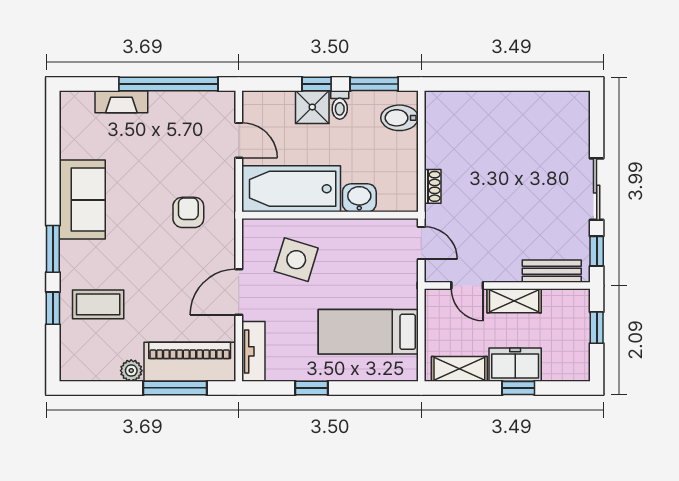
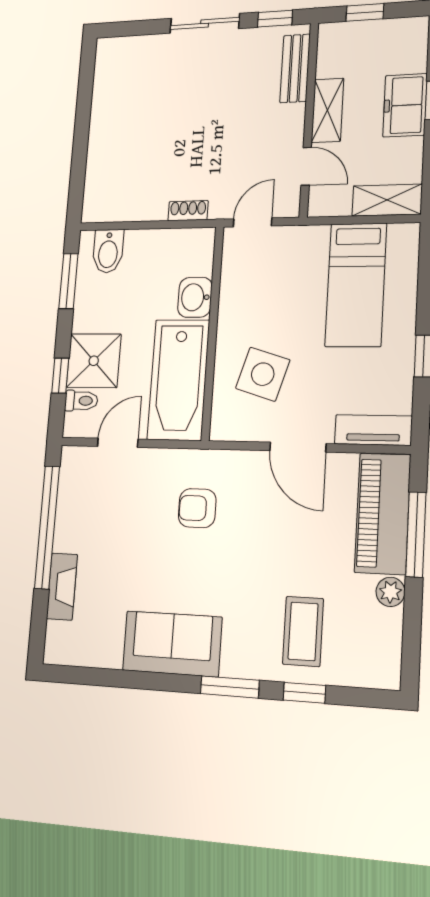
window: (317, 84) -> (60, 376), moved
toilet: (340, 105) -> (81, 401), moved
shower: (312, 107) -> (94, 361), width x1.36, depth x1.36
door: (467, 286) -> (306, 166), hinge flipped
shelving: (459, 369) -> (387, 200), moved, turned 90

